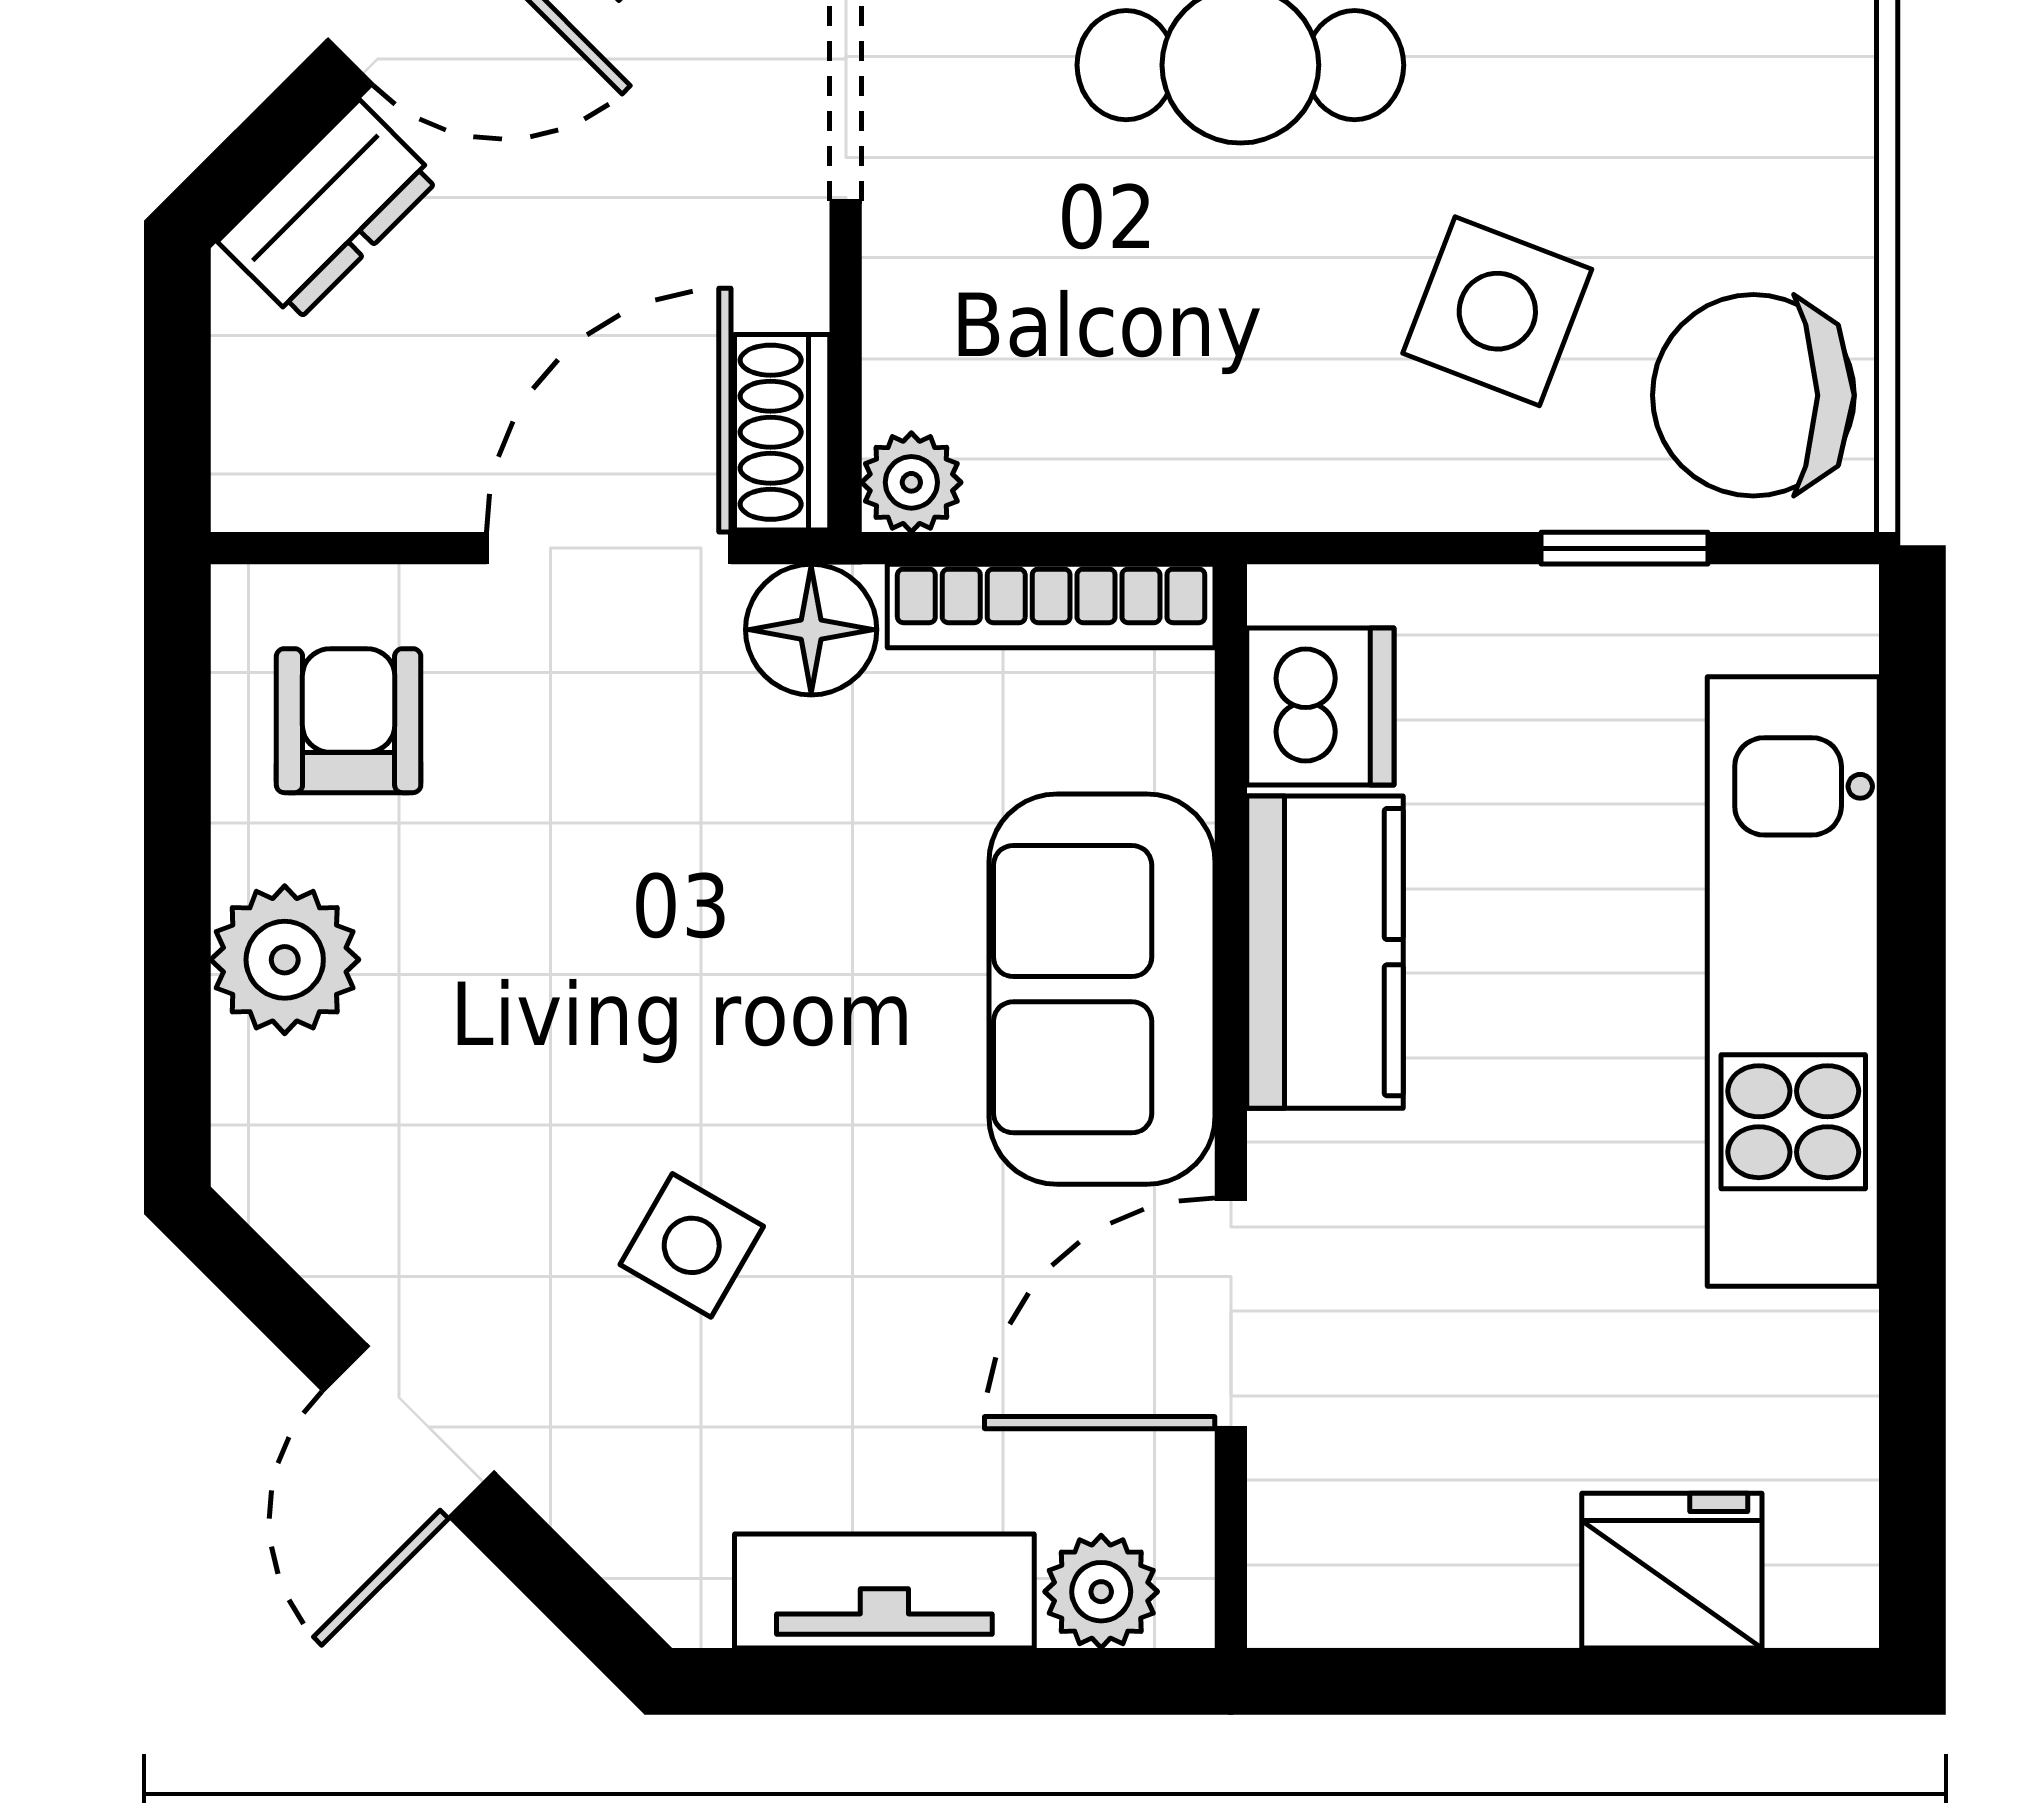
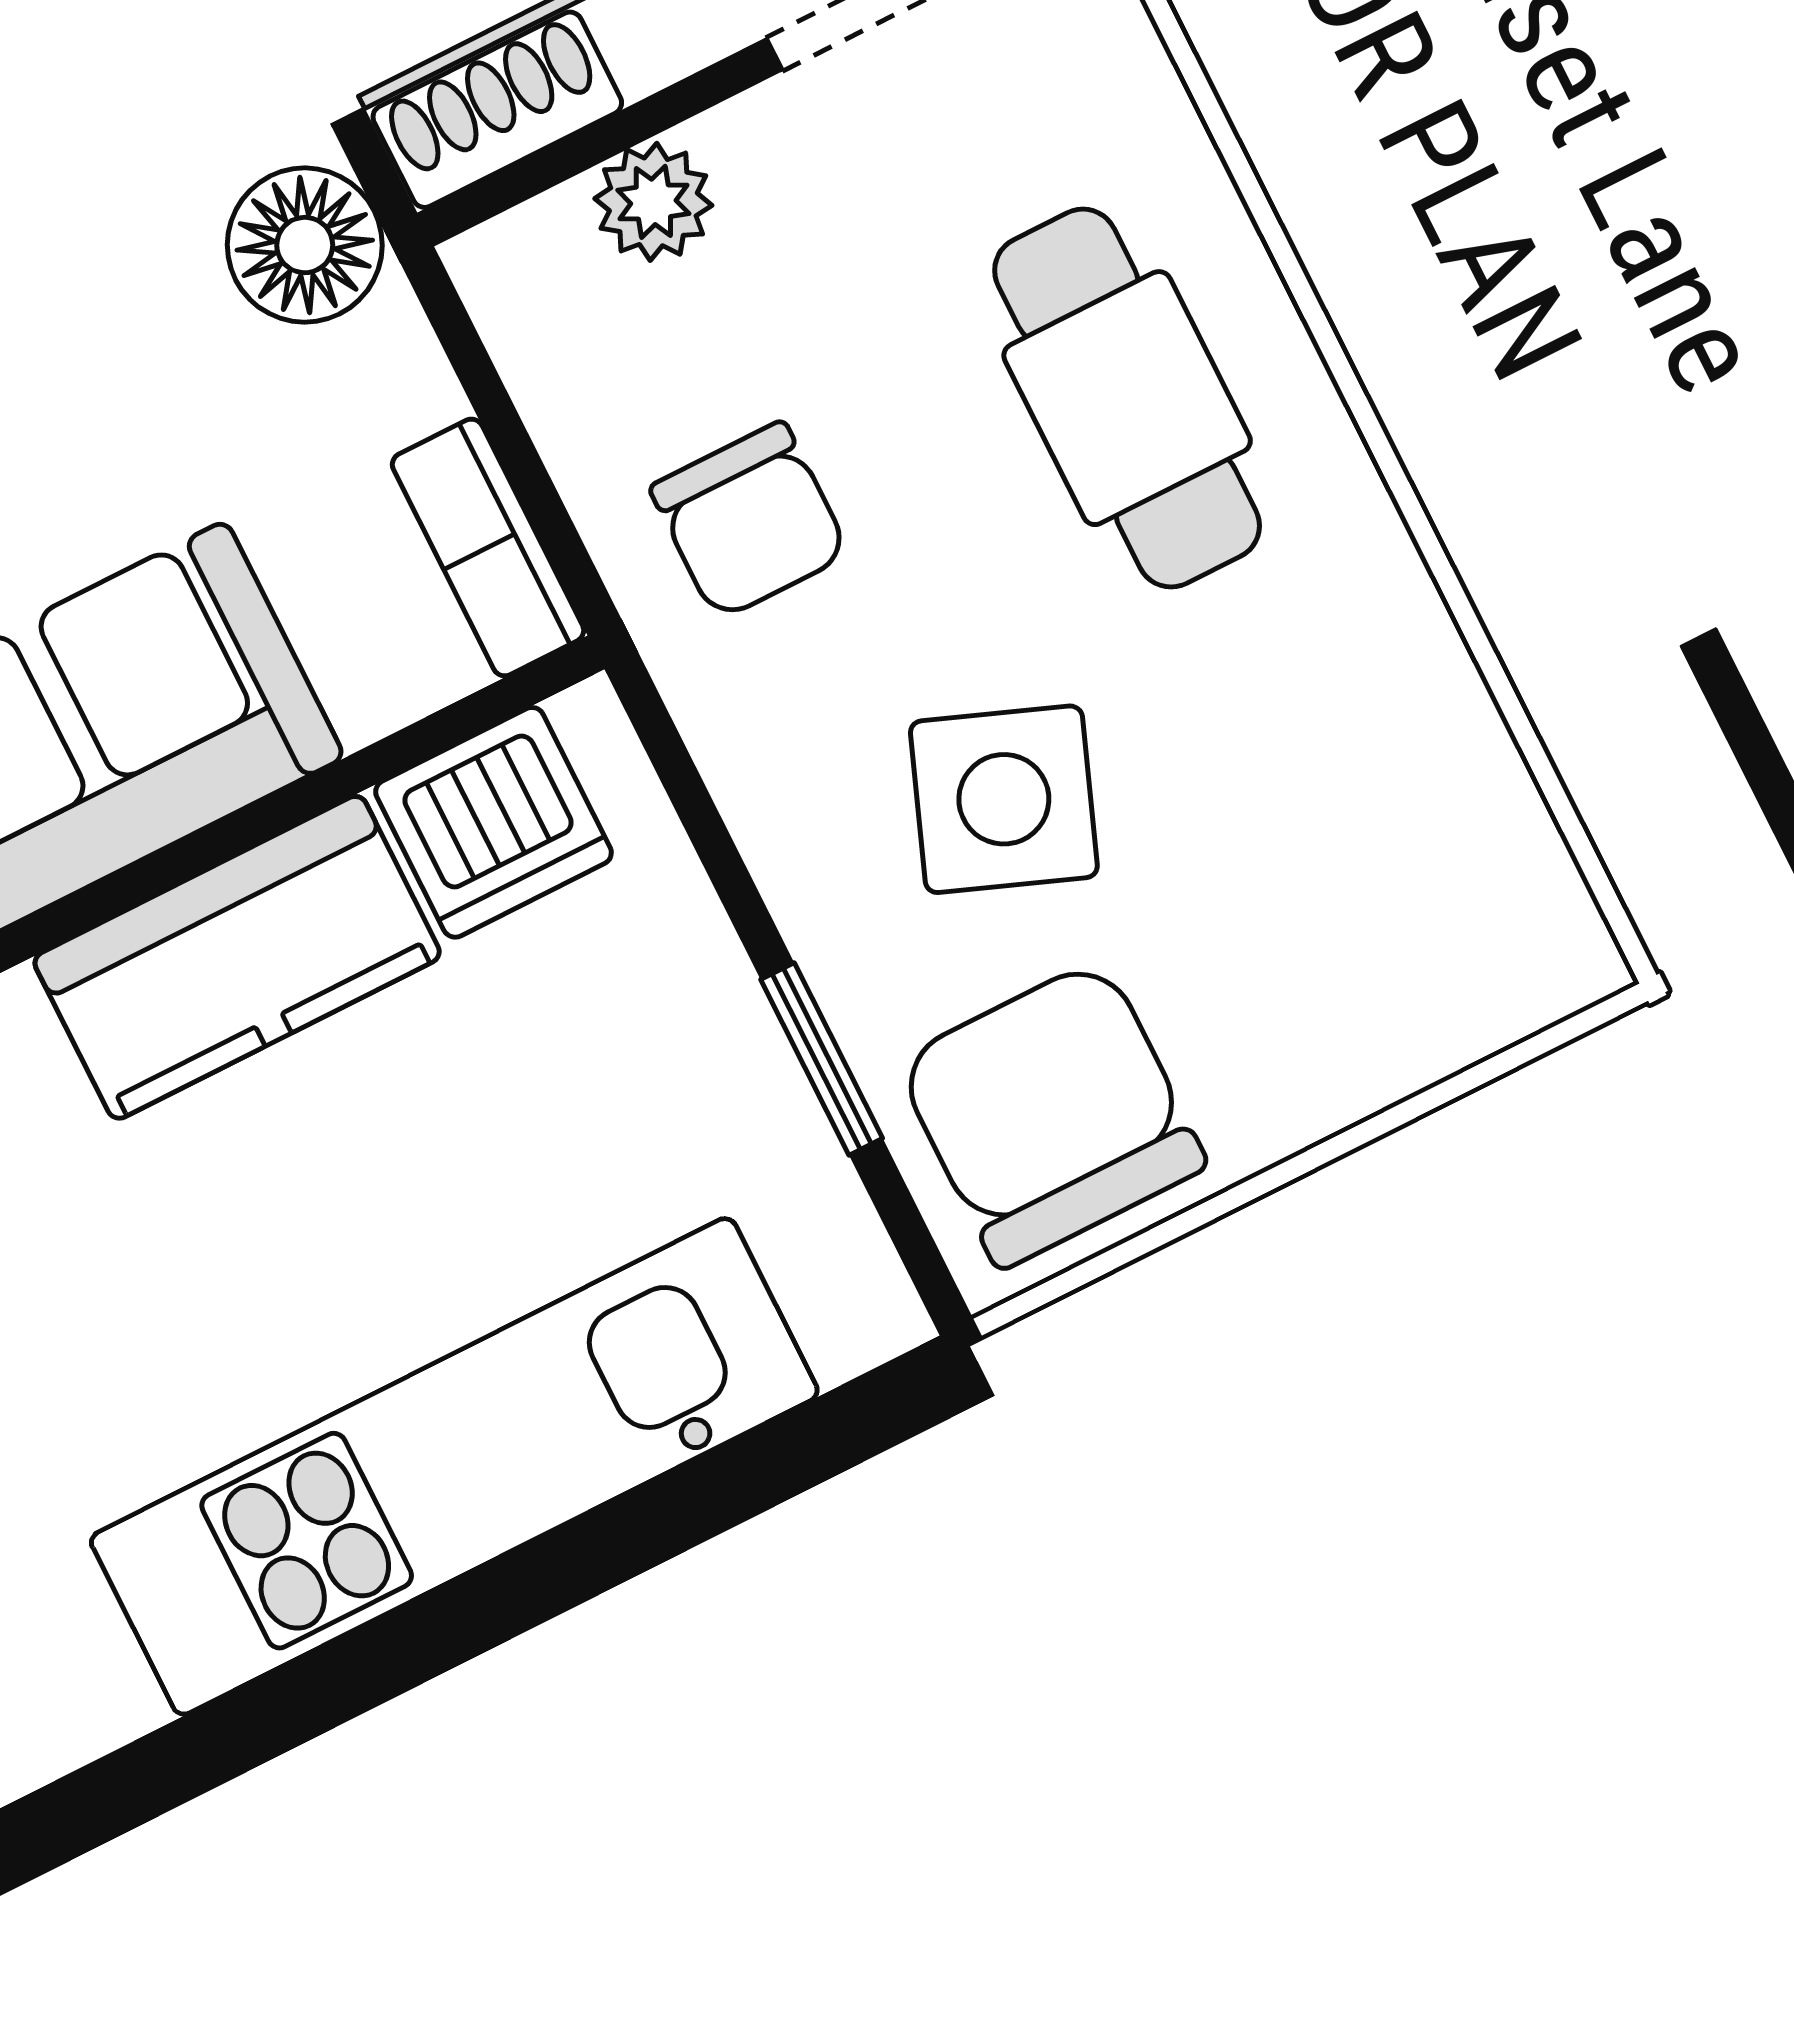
chair: (1189, 398) -> (750, 521), added
plant: (911, 482) -> (653, 202), moved
bookcase: (1051, 606) -> (488, 547), width x0.64

